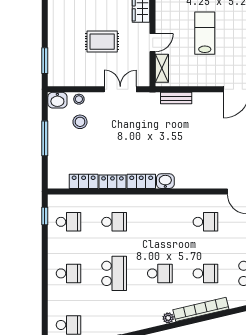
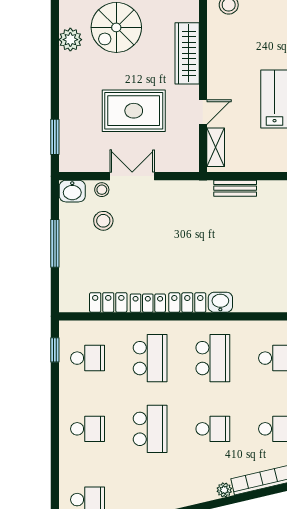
rug: (102, 42) -> (134, 111), width x1.36, depth x1.43
double door: (120, 89) -> (132, 176), moved
school desk: (114, 222) -> (150, 358), width x1.85
school desk: (160, 222) -> (213, 358), added

